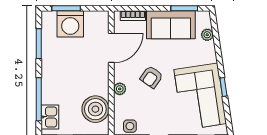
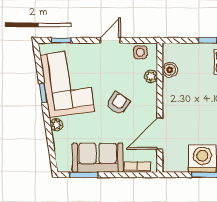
plant: (207, 35) -> (57, 125), moved
plant: (120, 89) -> (151, 76), moved
boiler: (95, 109) -> (170, 70), width x0.54, depth x0.54

